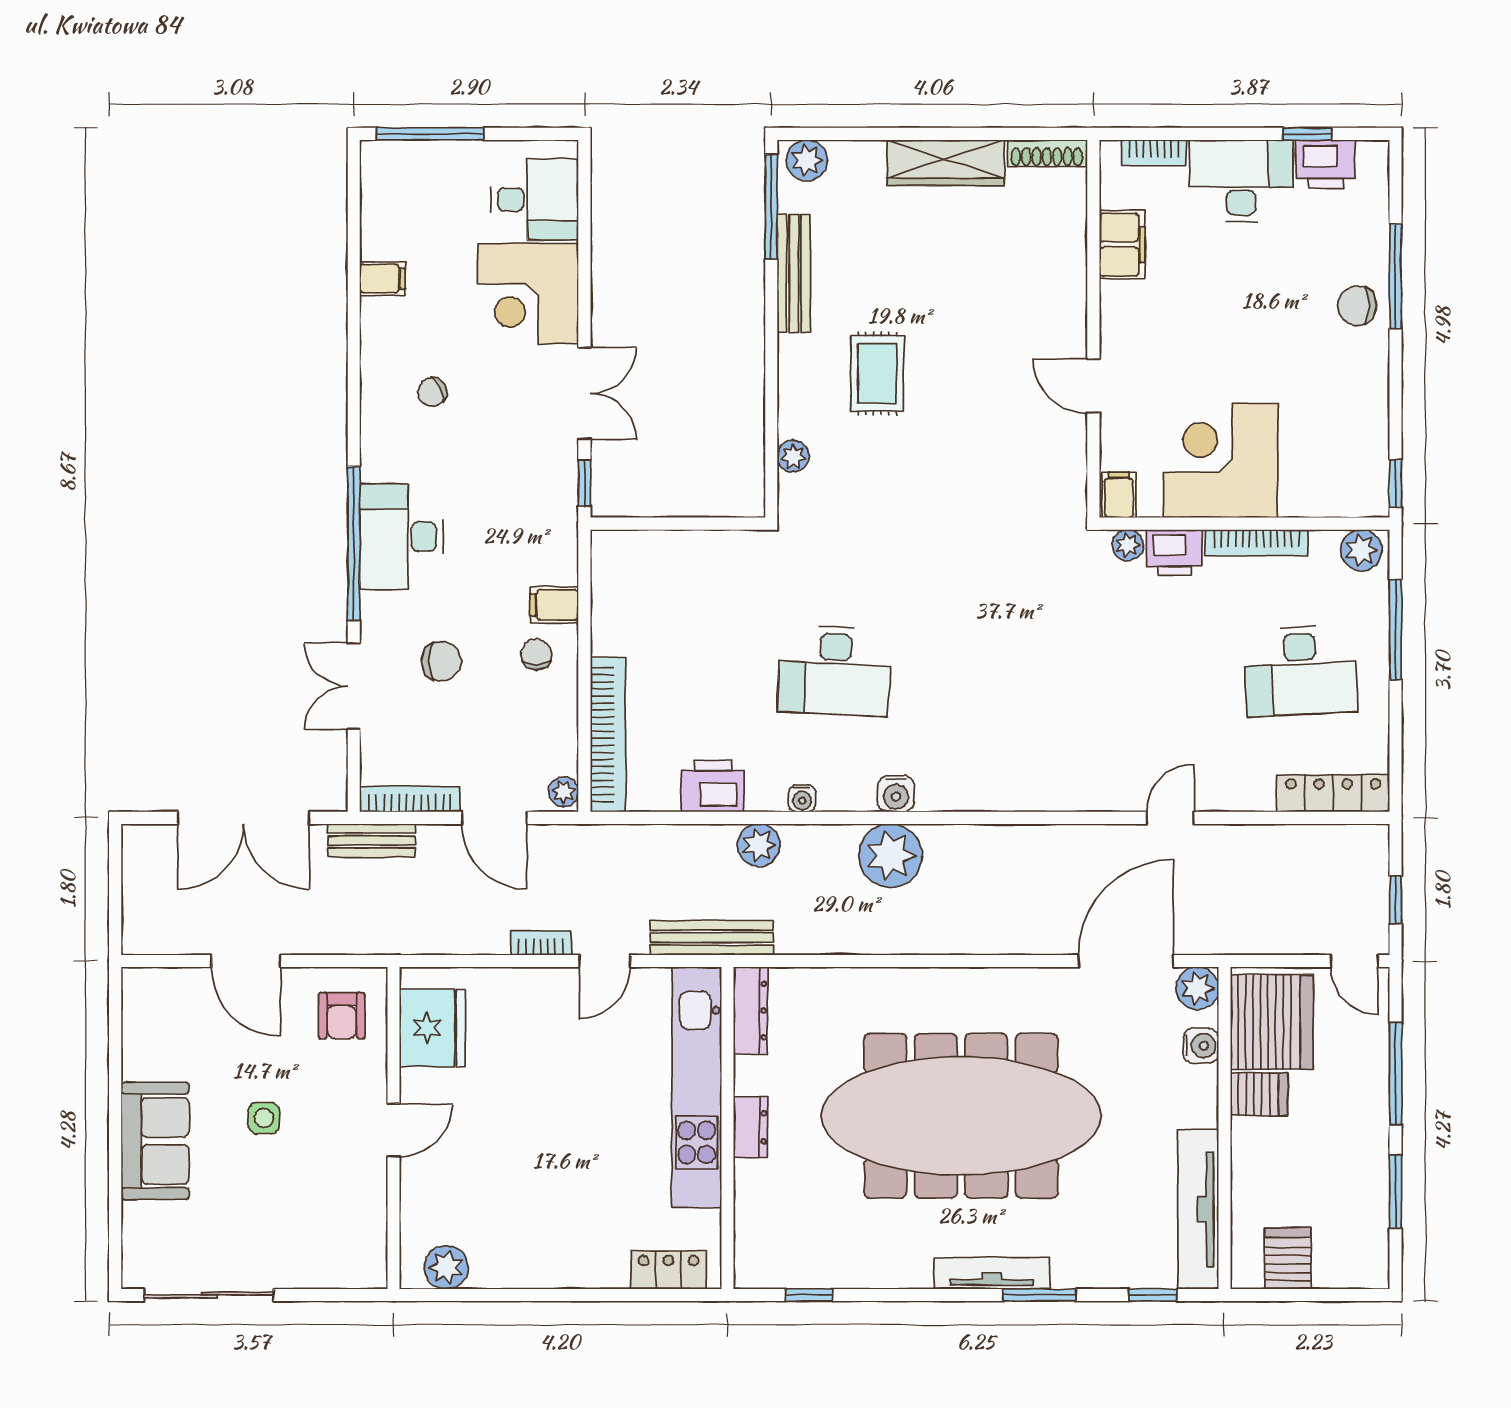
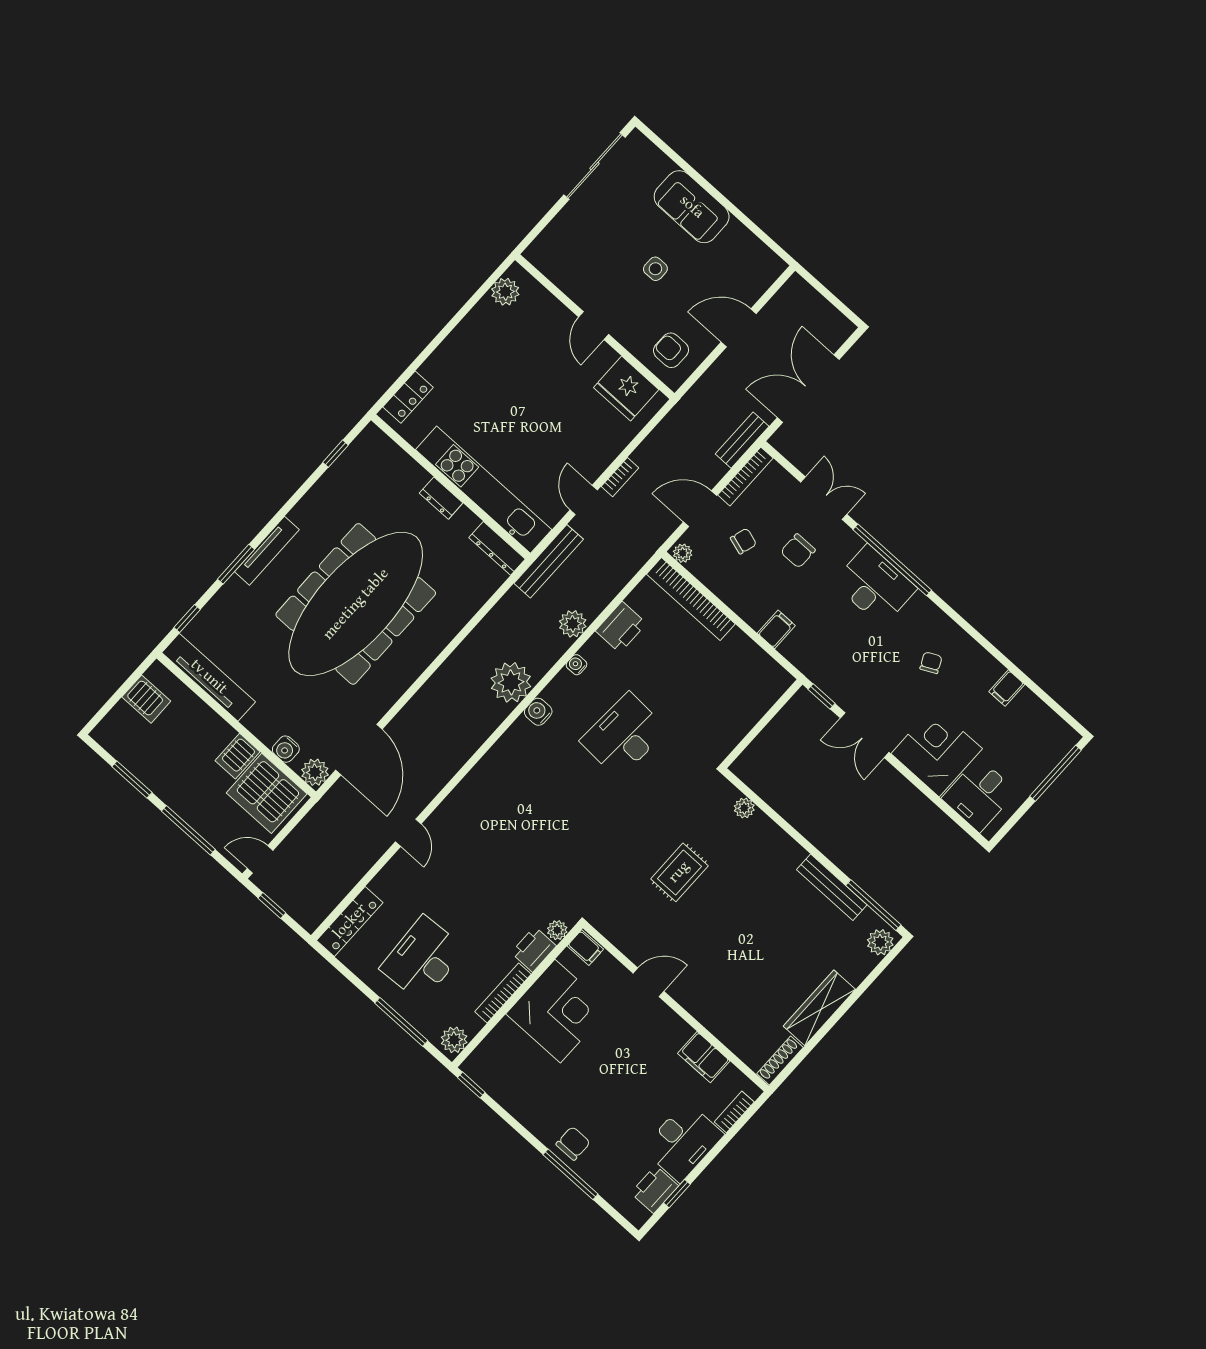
rug: (877, 373) -> (679, 872), moved, turned 90
chair: (536, 655) -> (743, 541), moved, turned -73

